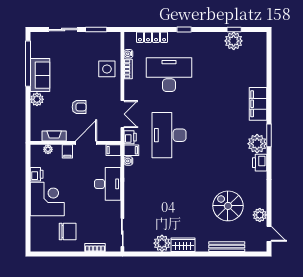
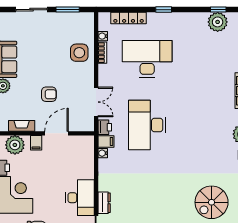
plant: (48, 149) -> (15, 145), width x1.87, depth x1.87
filing cabinet: (113, 150) -> (86, 141), removed
desk: (108, 184) -> (80, 198), moved
dresser: (130, 206) -> (104, 203), added
spiral stairs: (228, 206) -> (212, 202), turned -90

